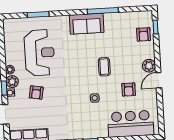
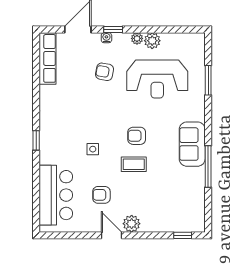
armchair: (144, 34) -> (137, 136), moved
plant: (12, 82) -> (152, 41), moved

